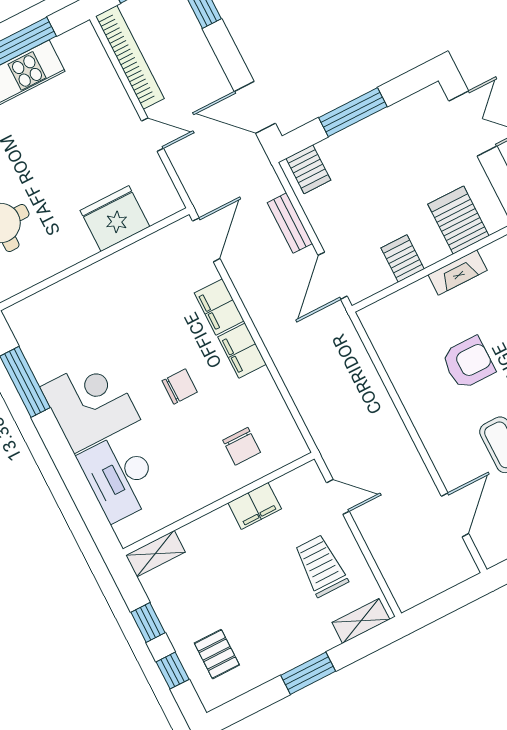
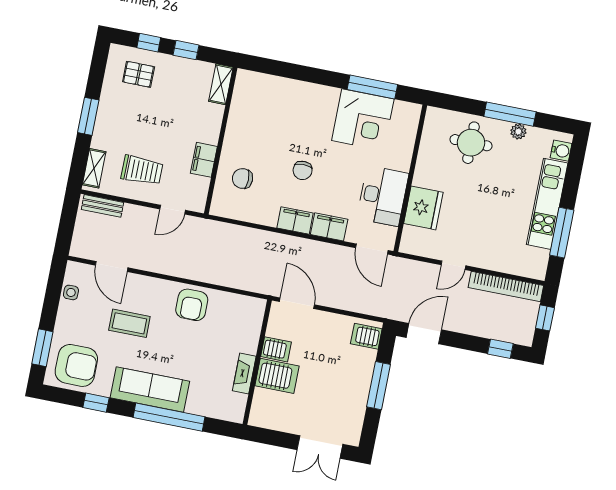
server rack: (458, 220) -> (277, 376), moved
bench: (290, 223) -> (103, 206), moved
armchair: (468, 363) -> (192, 305), moved
corner desk: (90, 403) -> (363, 120), moved
desk: (120, 477) -> (383, 196), moved, turned 90

